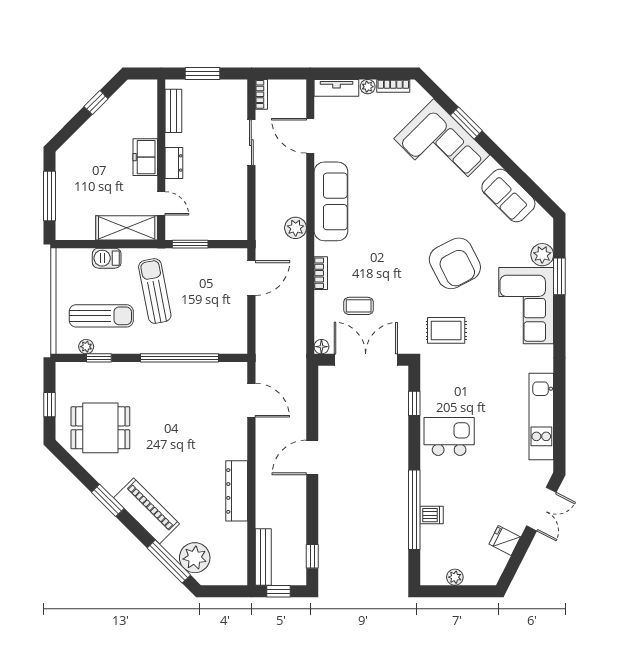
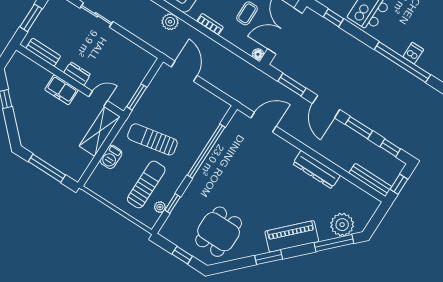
window: (312, 405) -> (292, 85), added
window: (312, 508) -> (359, 128), added

